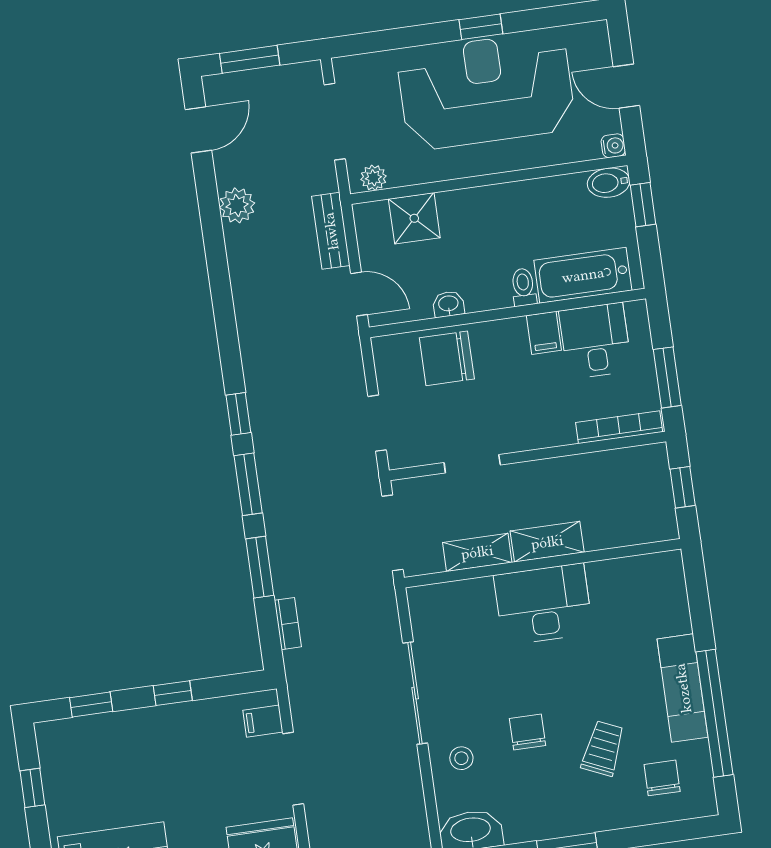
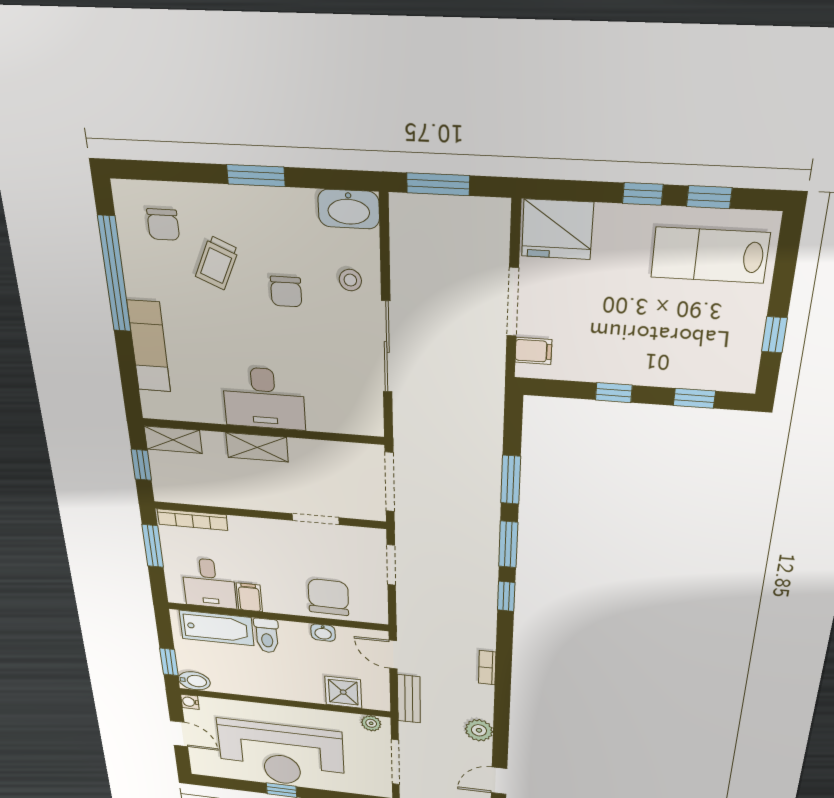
toilet: (523, 287) -> (267, 636), width x1.37, depth x1.39
chair: (447, 358) -> (328, 597), turned -89
shelving: (477, 552) -> (173, 440), moved
bookcase: (288, 624) -> (487, 668), moved
exam couch: (683, 688) -> (149, 346), moved

